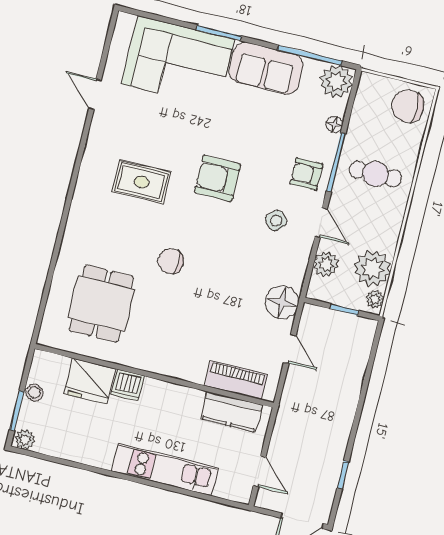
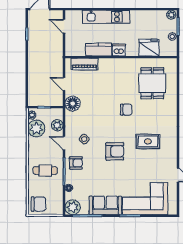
dishwasher: (128, 385) -> (119, 50), moved
kitchen counter: (231, 412) -> (99, 50), moved

